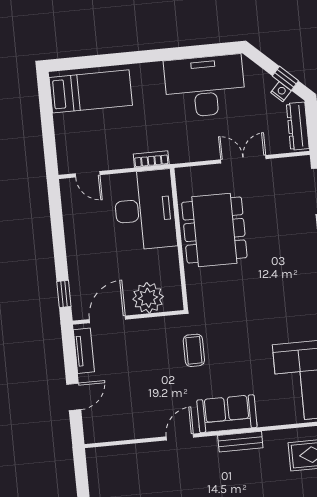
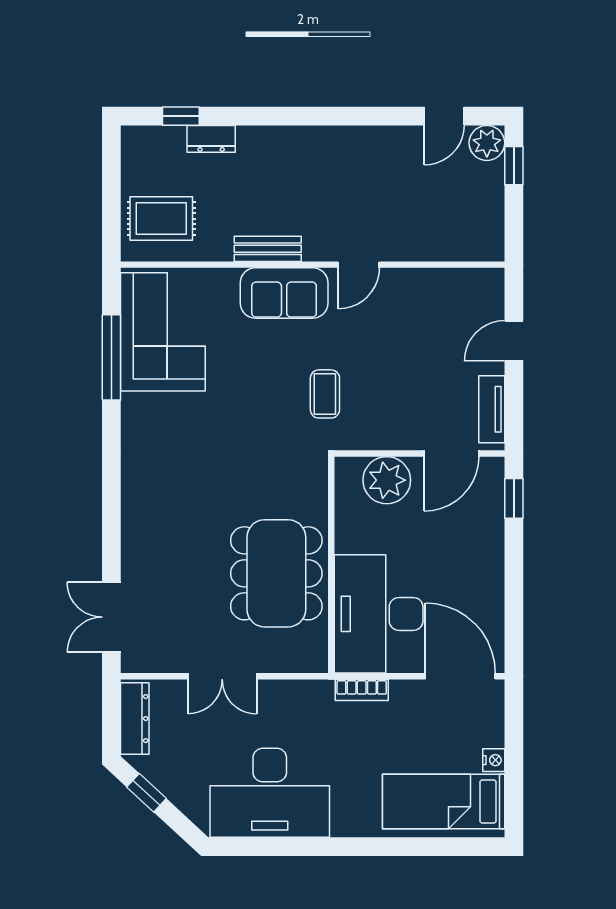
nightstand: (281, 92) -> (494, 760), moved, turned -133
door: (88, 174) -> (460, 676), width x1.88

